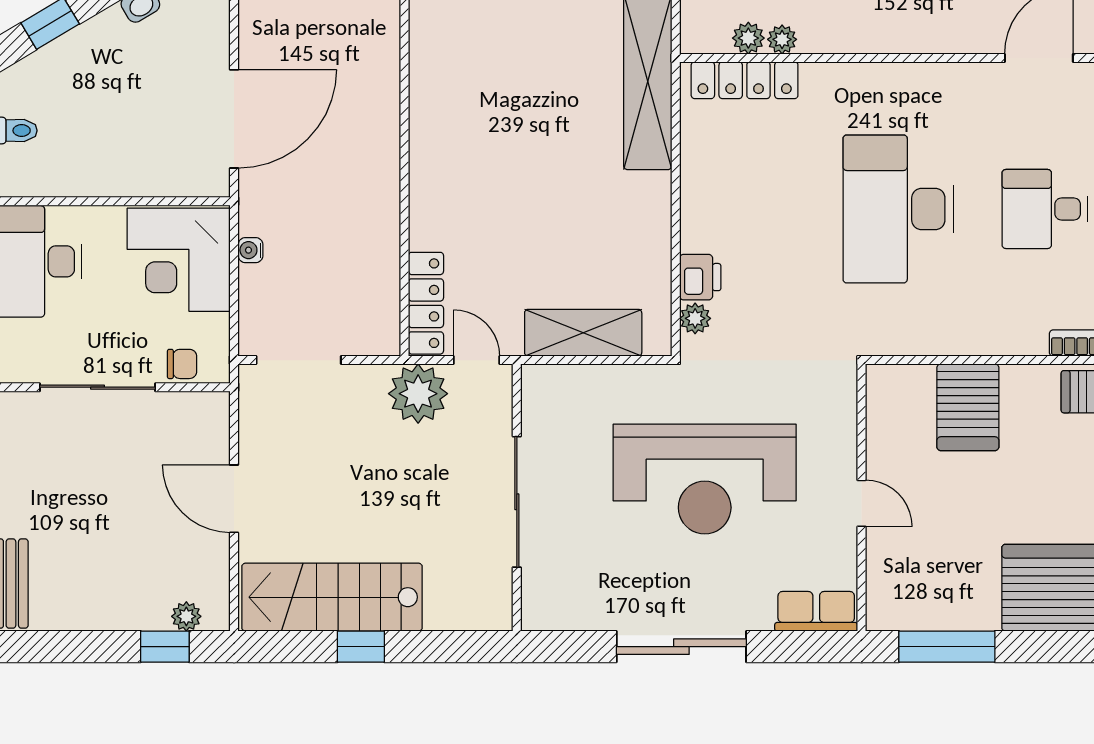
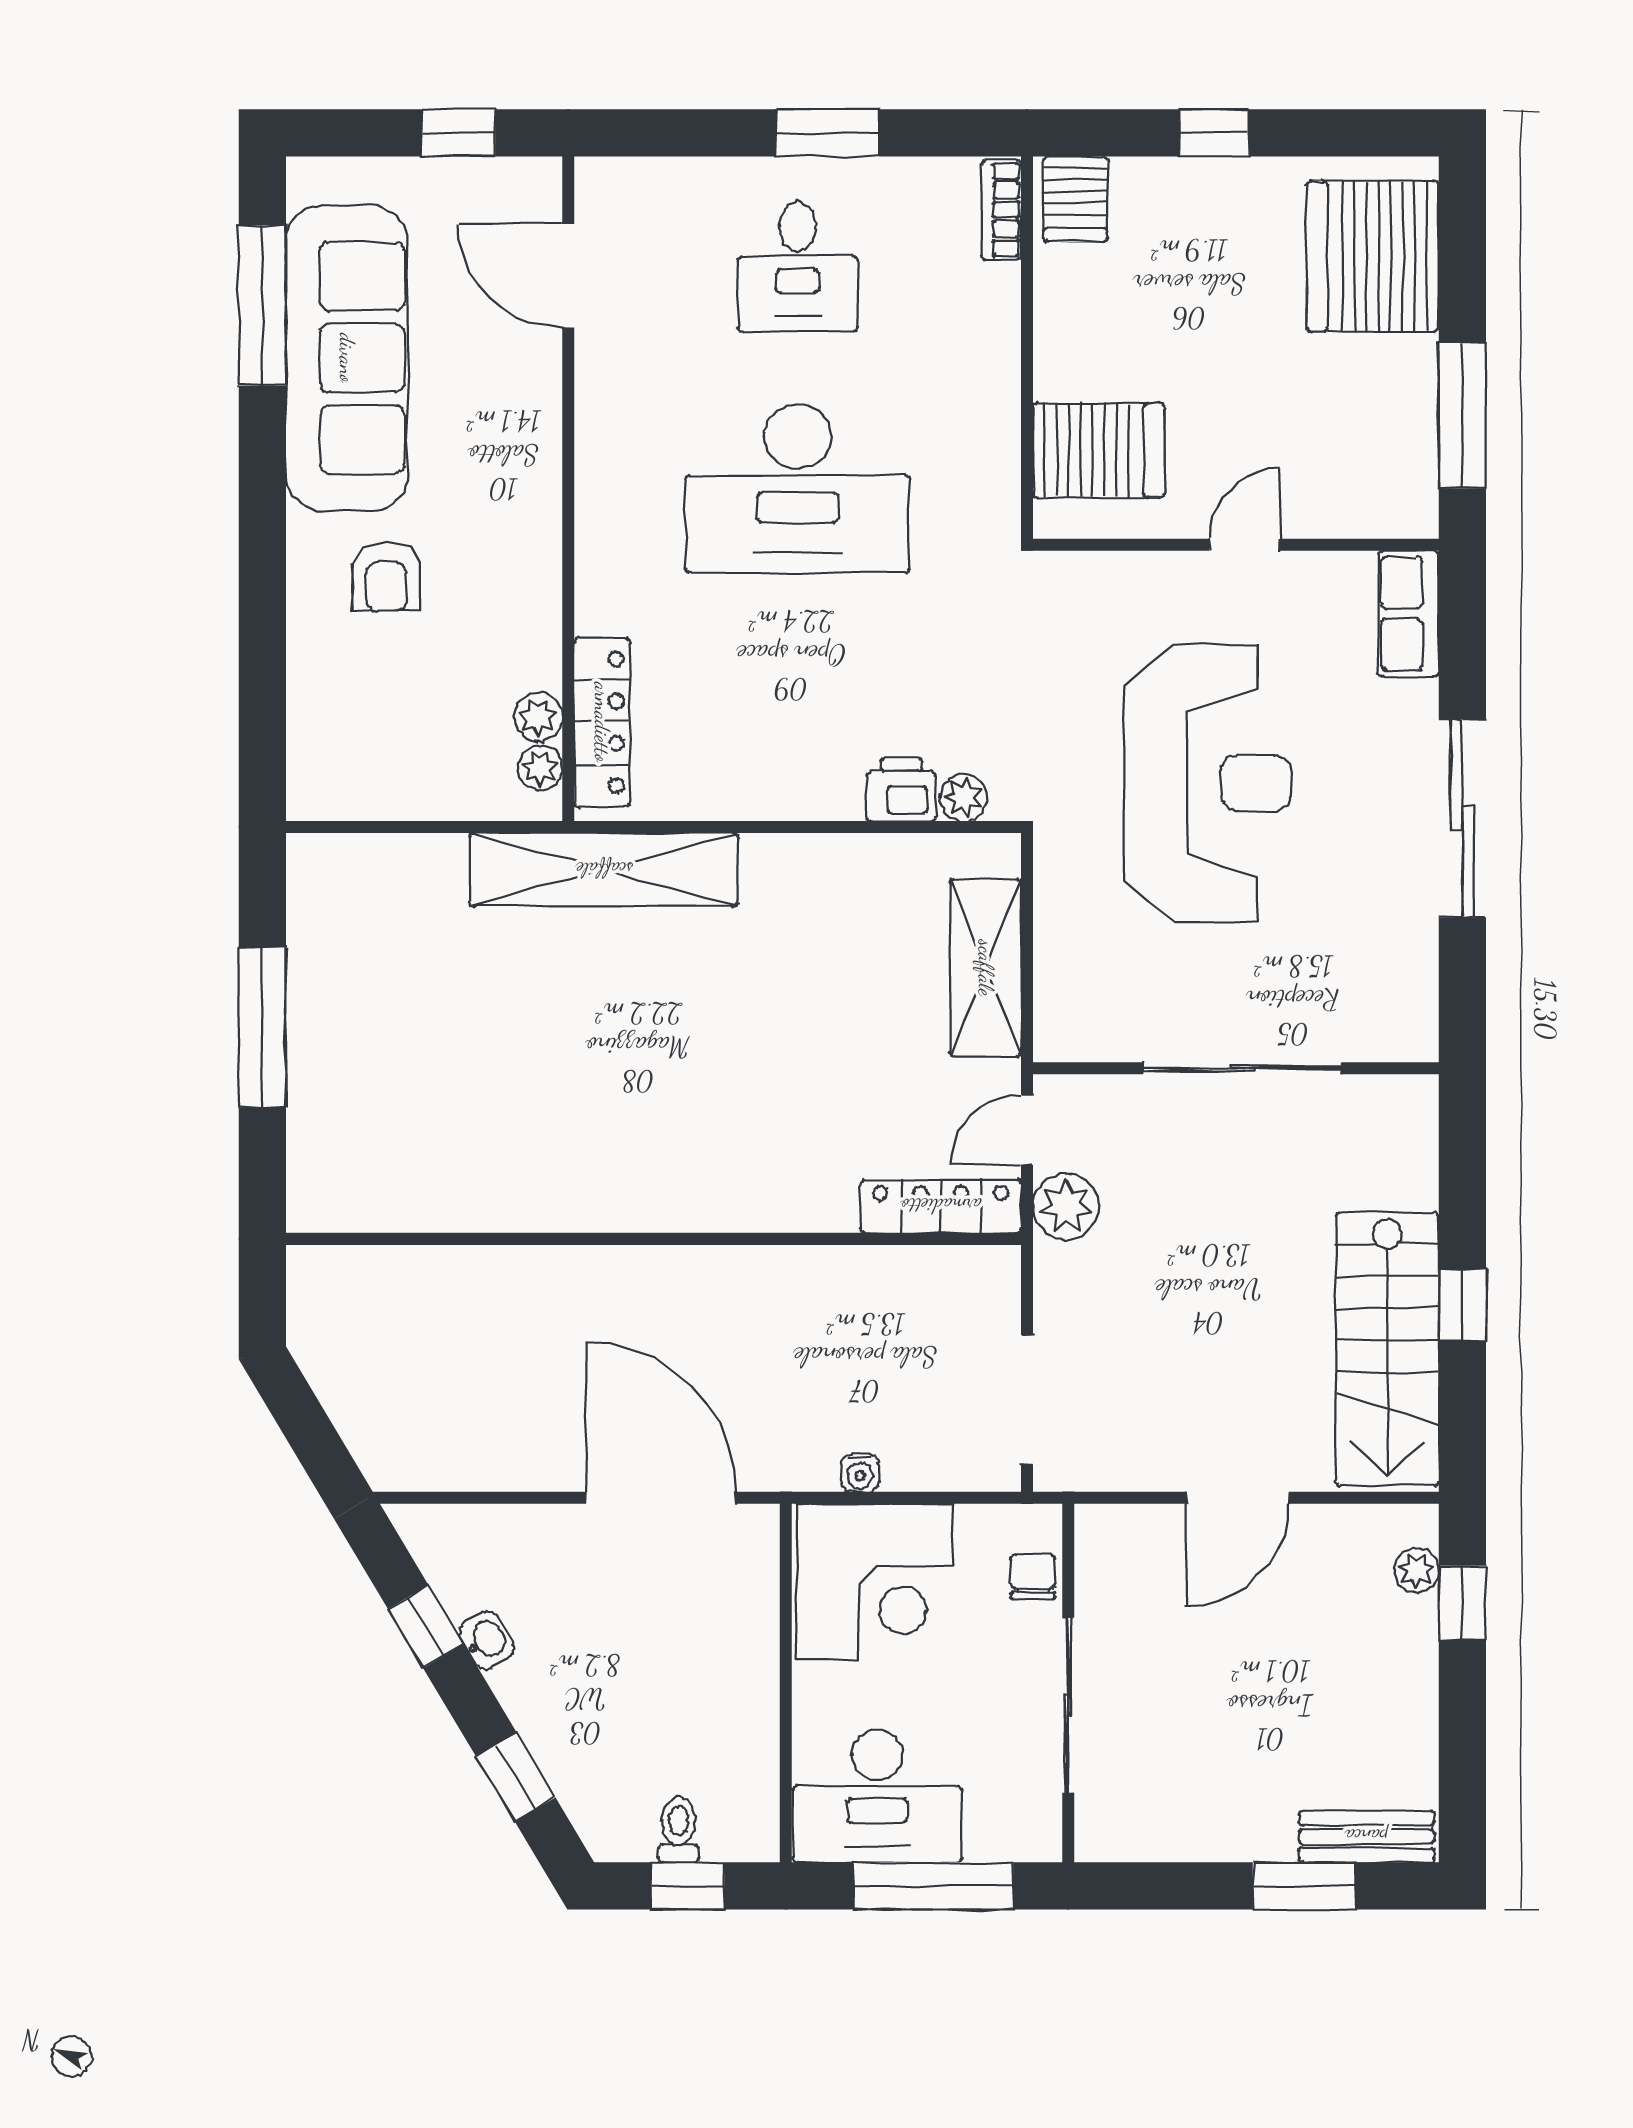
plant: (782, 39) -> (540, 768), moved
plant: (418, 394) -> (1066, 1206), width x0.73, depth x0.73
server rack: (968, 407) -> (1099, 450), moved

